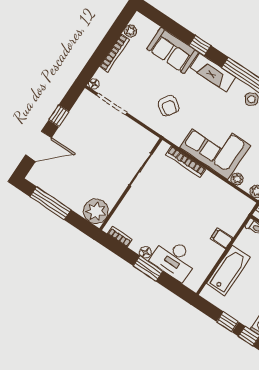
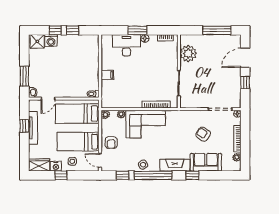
armchair: (168, 106) -> (203, 134), moved
plant: (96, 211) -> (188, 53), moved
bathtub: (228, 270) -> (92, 59), removed

